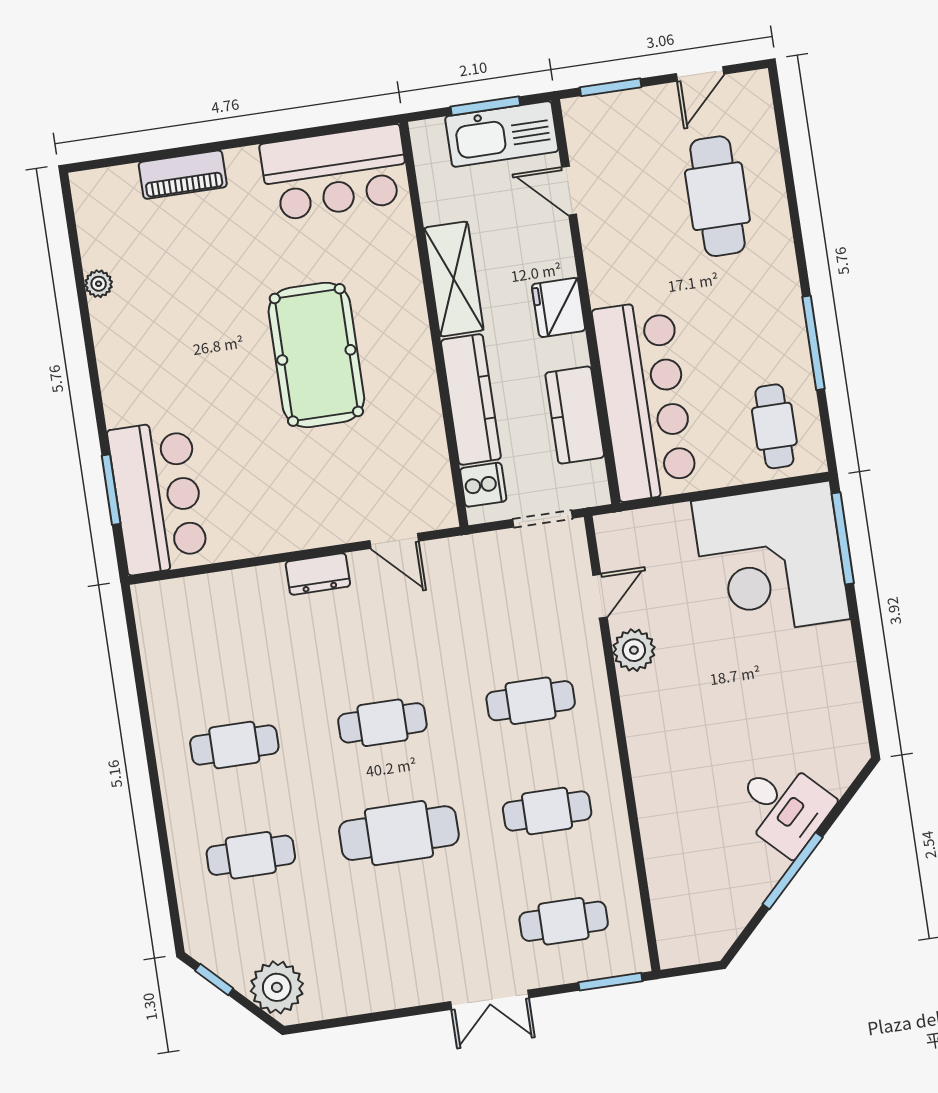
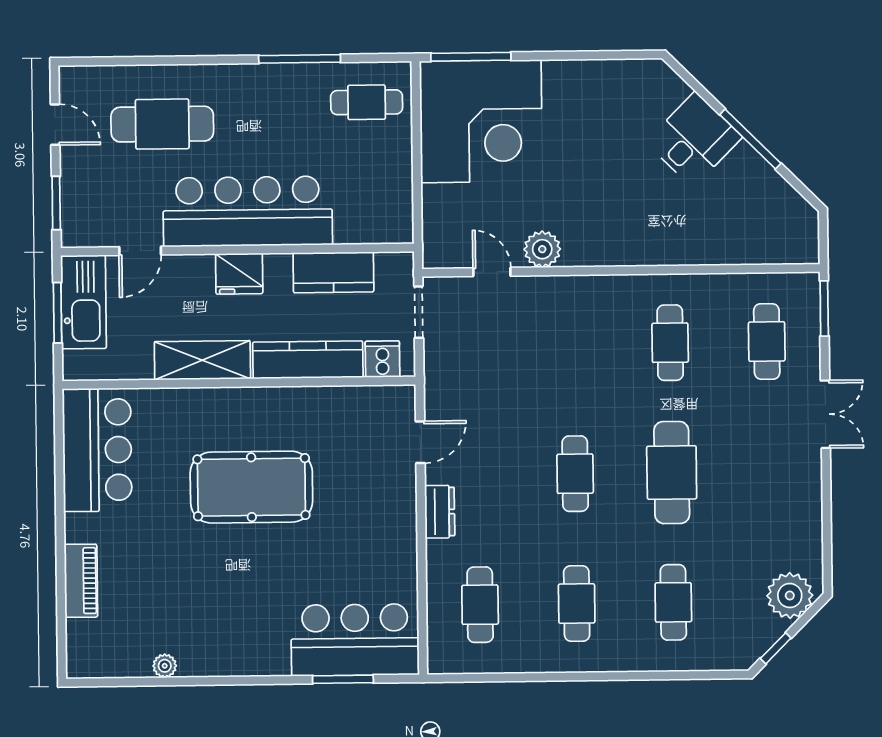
bar counter: (645, 400) -> (248, 211), moved
cafe table: (531, 701) -> (480, 605), moved

